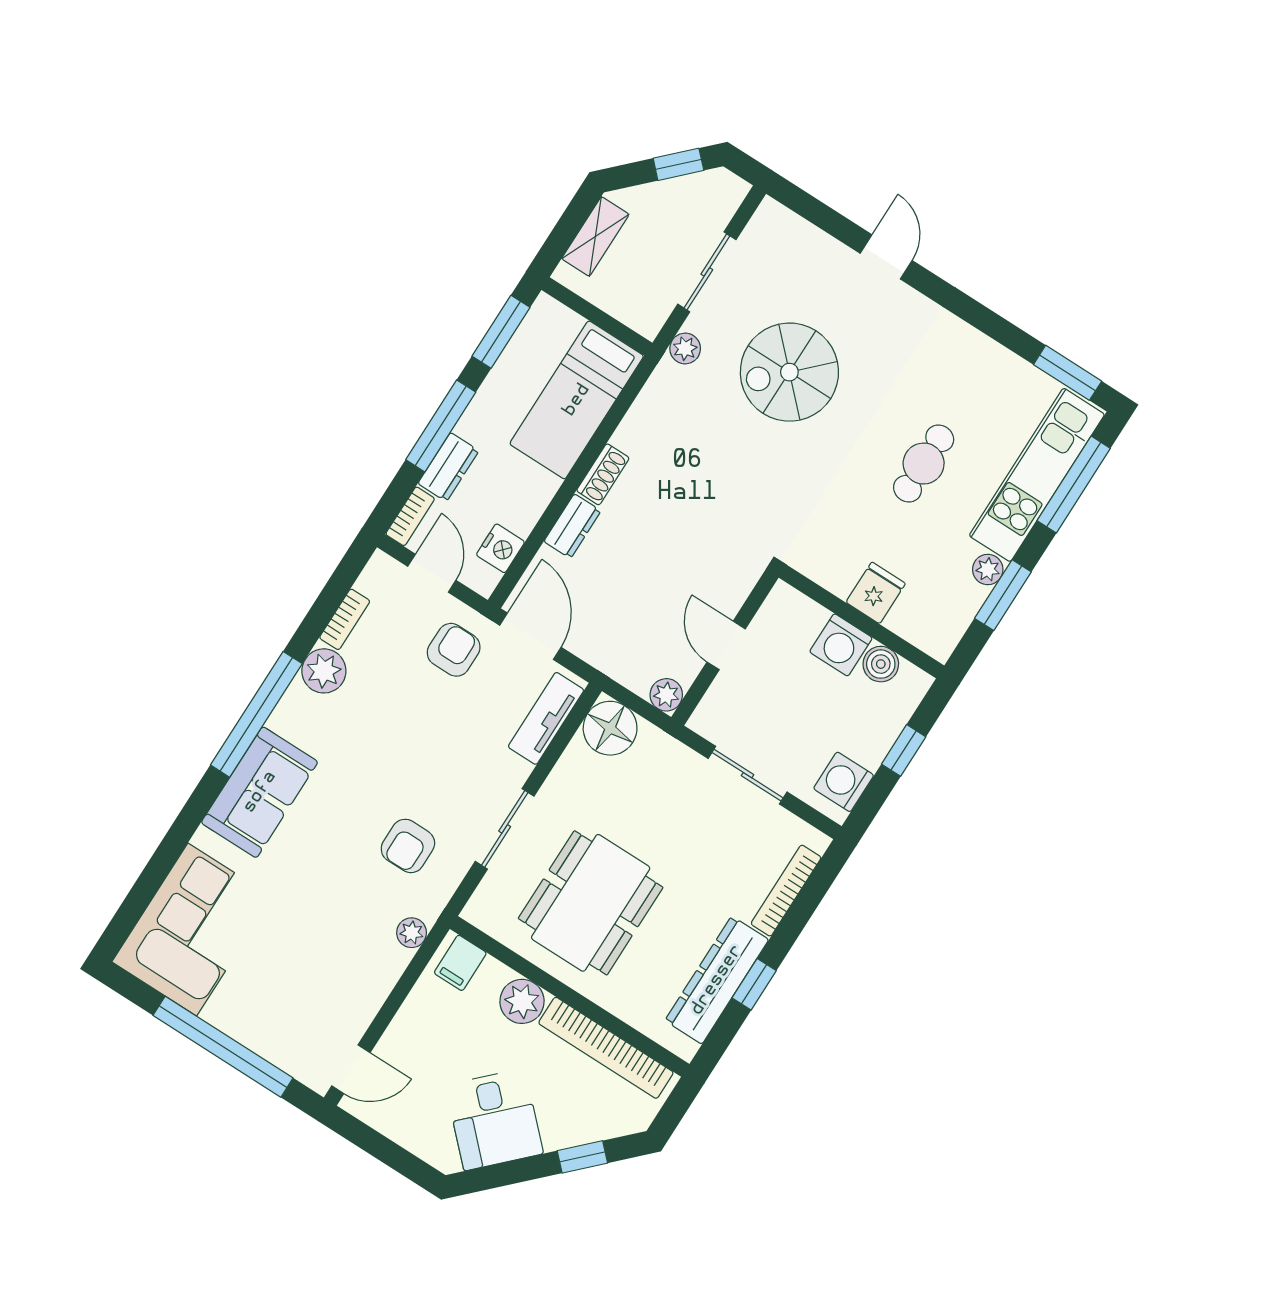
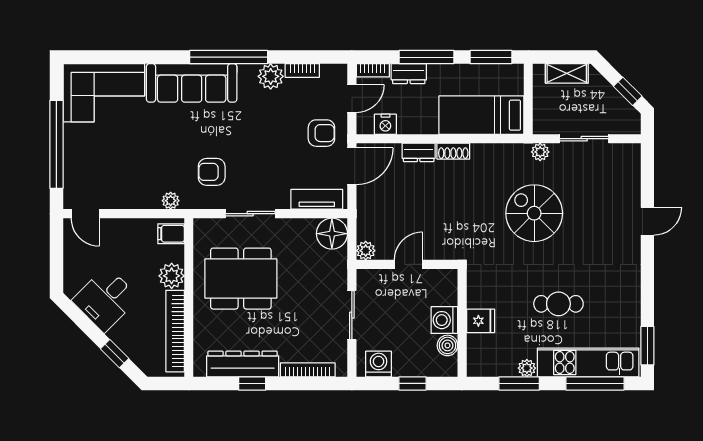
spiral stairs: (789, 372) -> (534, 213), moved
sofa: (260, 792) -> (192, 83), width x1.36

